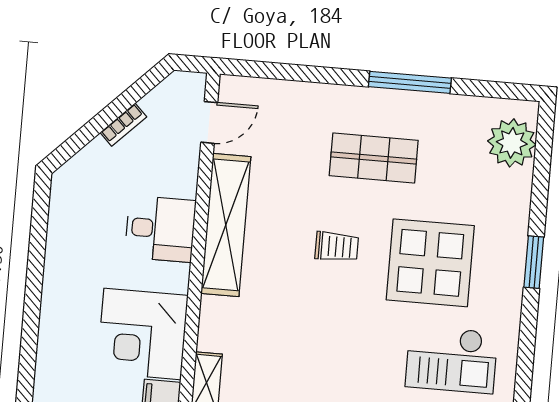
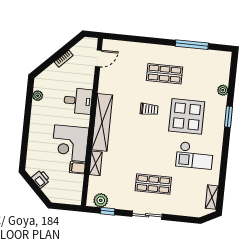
window: (410, 82) -> (192, 45), moved
plant: (512, 143) -> (223, 90), moved, width x0.53, depth x0.53
plant: (60, 217) -> (38, 96), added
shelving: (226, 225) -> (102, 122), moved

